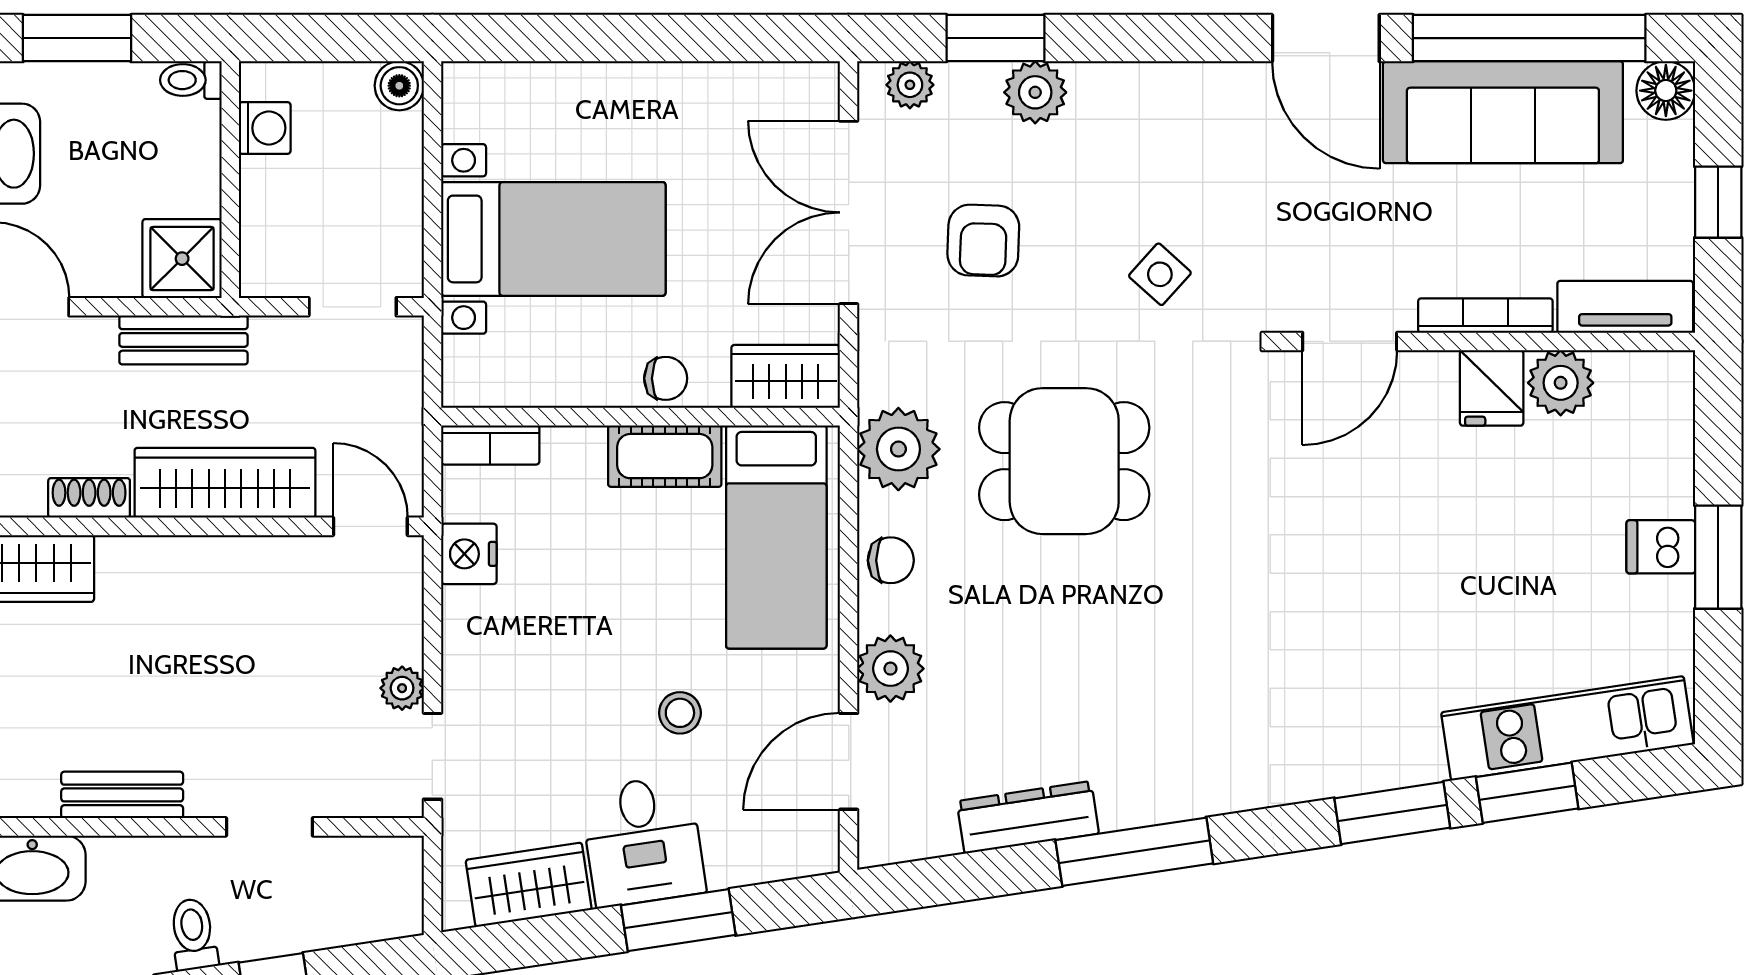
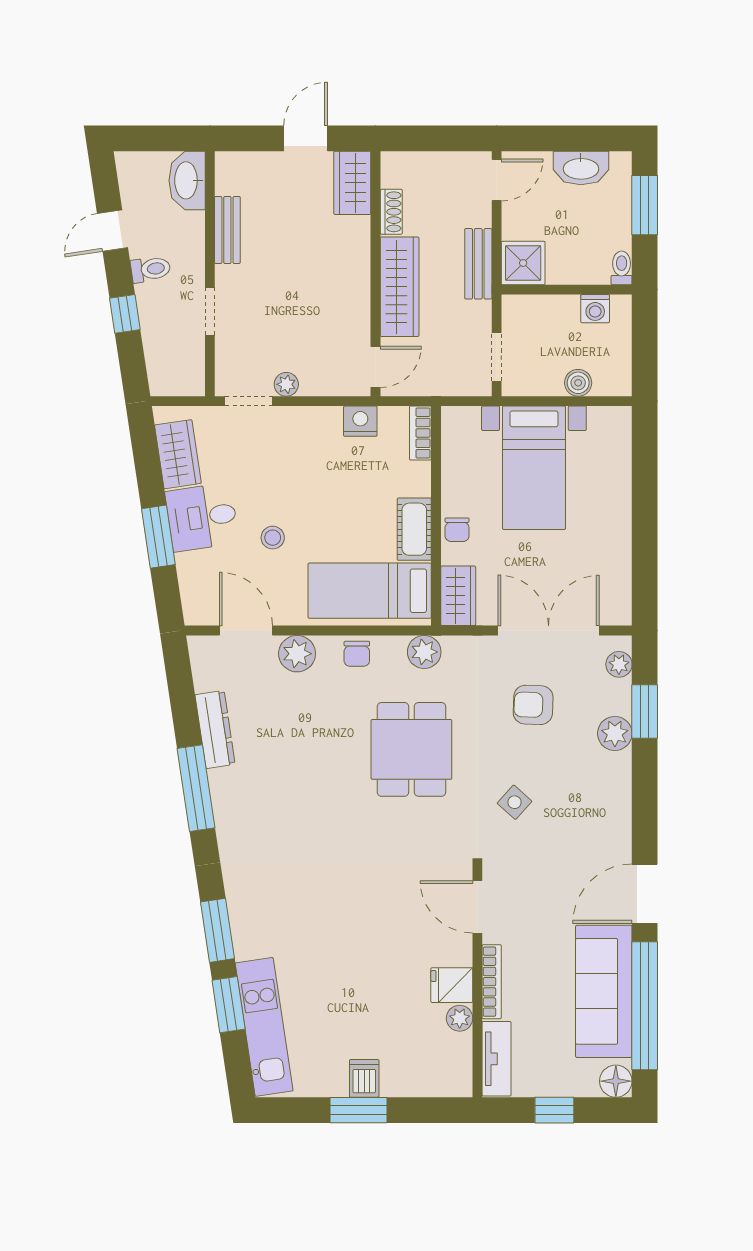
boiler: (399, 86) -> (578, 383), moved
plant: (1561, 383) -> (460, 1018), width x0.73, depth x0.73
plant: (898, 449) -> (424, 652), width x0.73, depth x0.73

